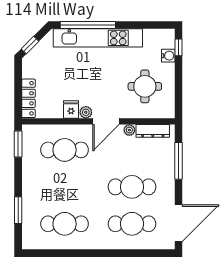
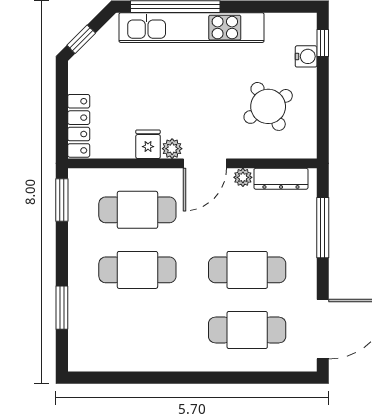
round table: (145, 86) -> (268, 106), turned -31
cafe table: (65, 224) -> (137, 270), moved

